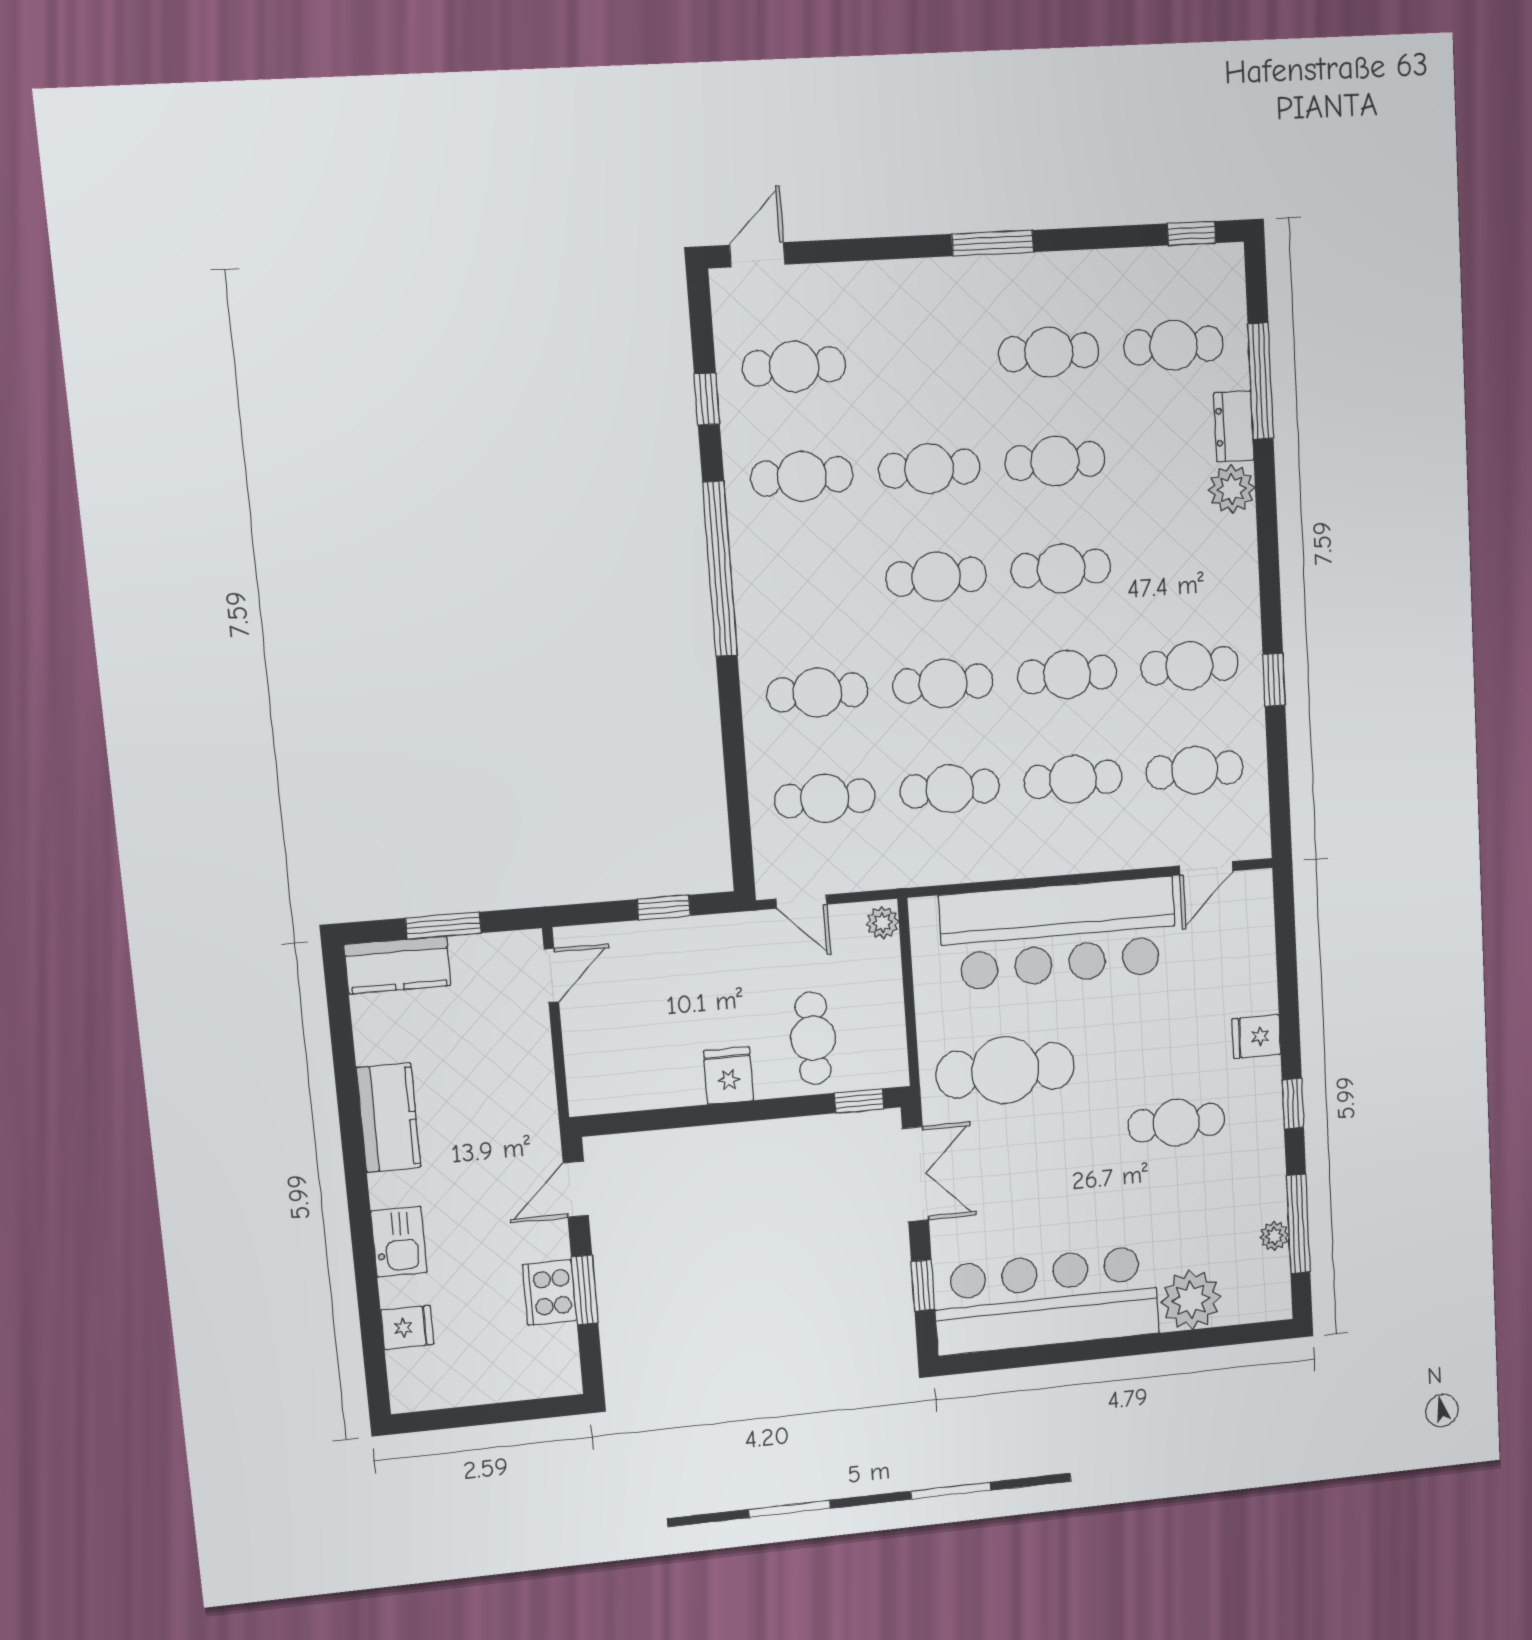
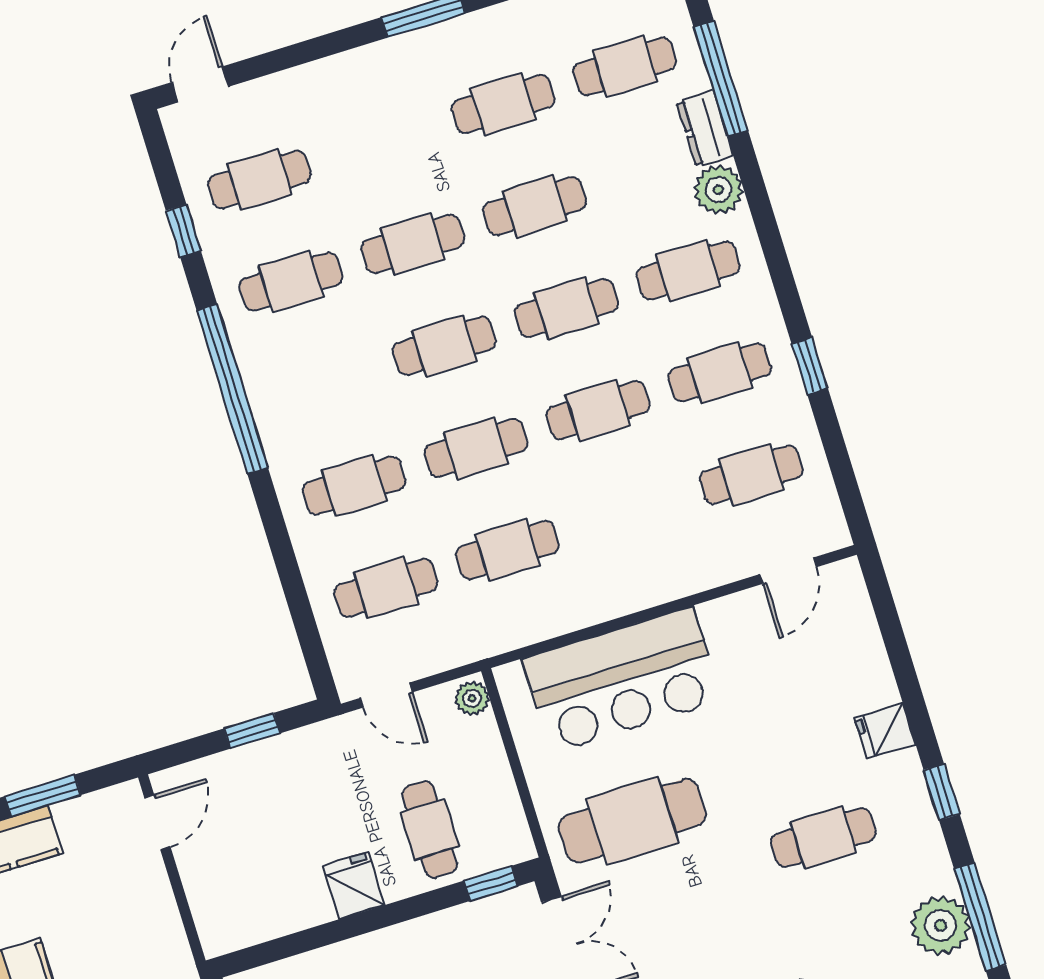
cafe table: (1073, 779) -> (688, 270), moved
bar counter: (1059, 934) -> (622, 680), width x0.73
plant: (1274, 1236) -> (940, 926), width x1.88, depth x1.88

